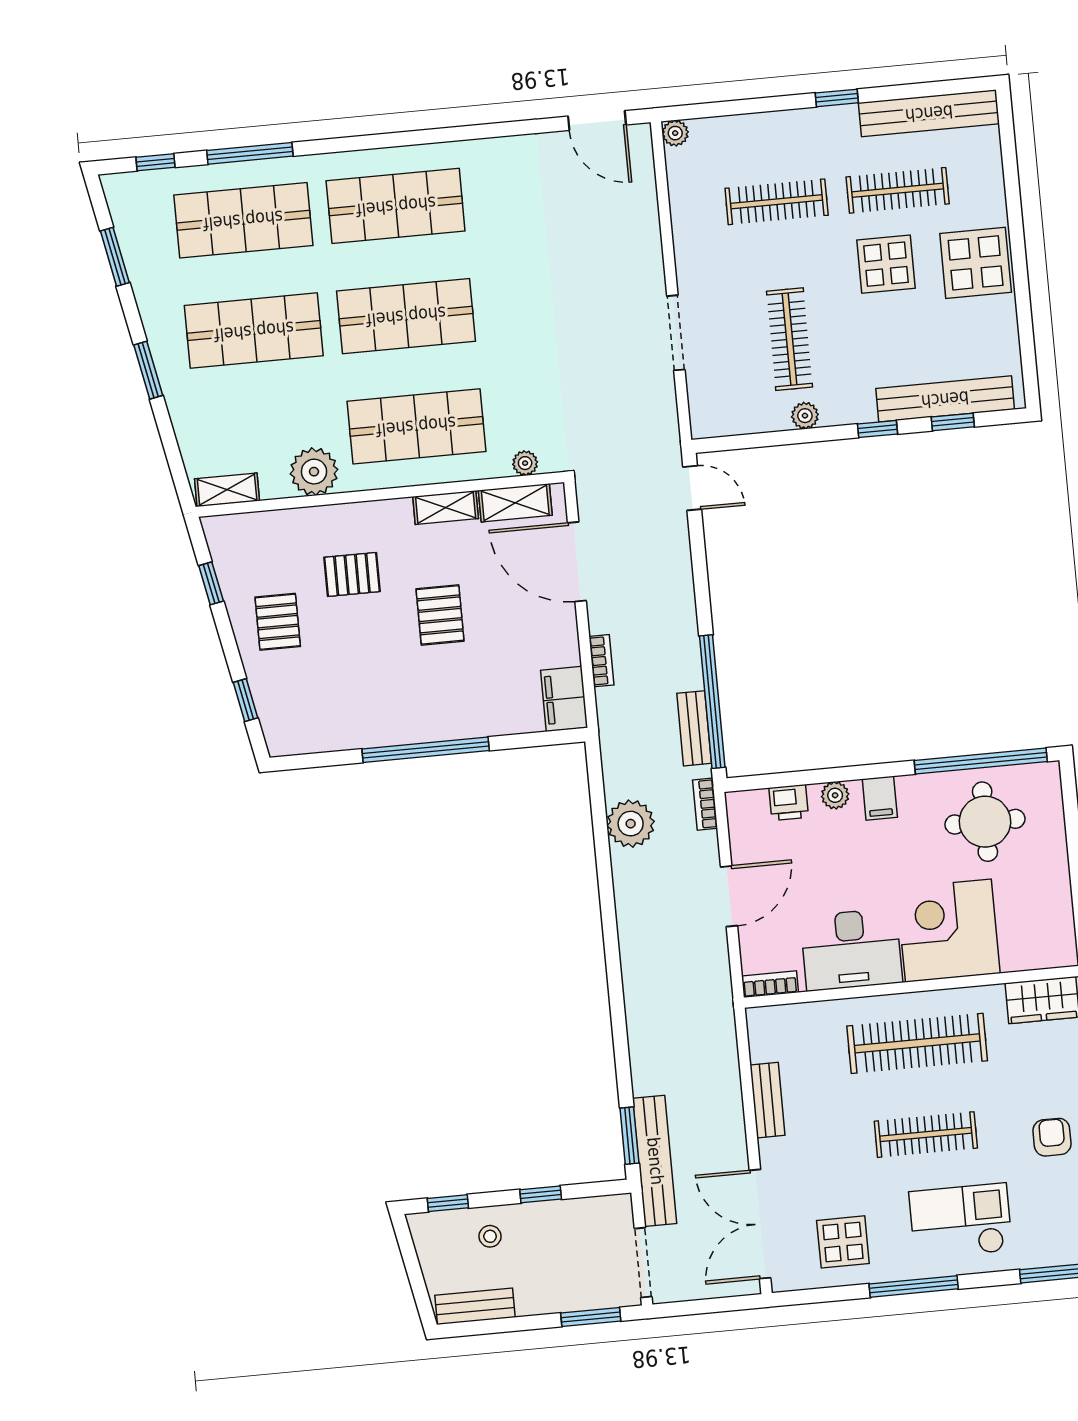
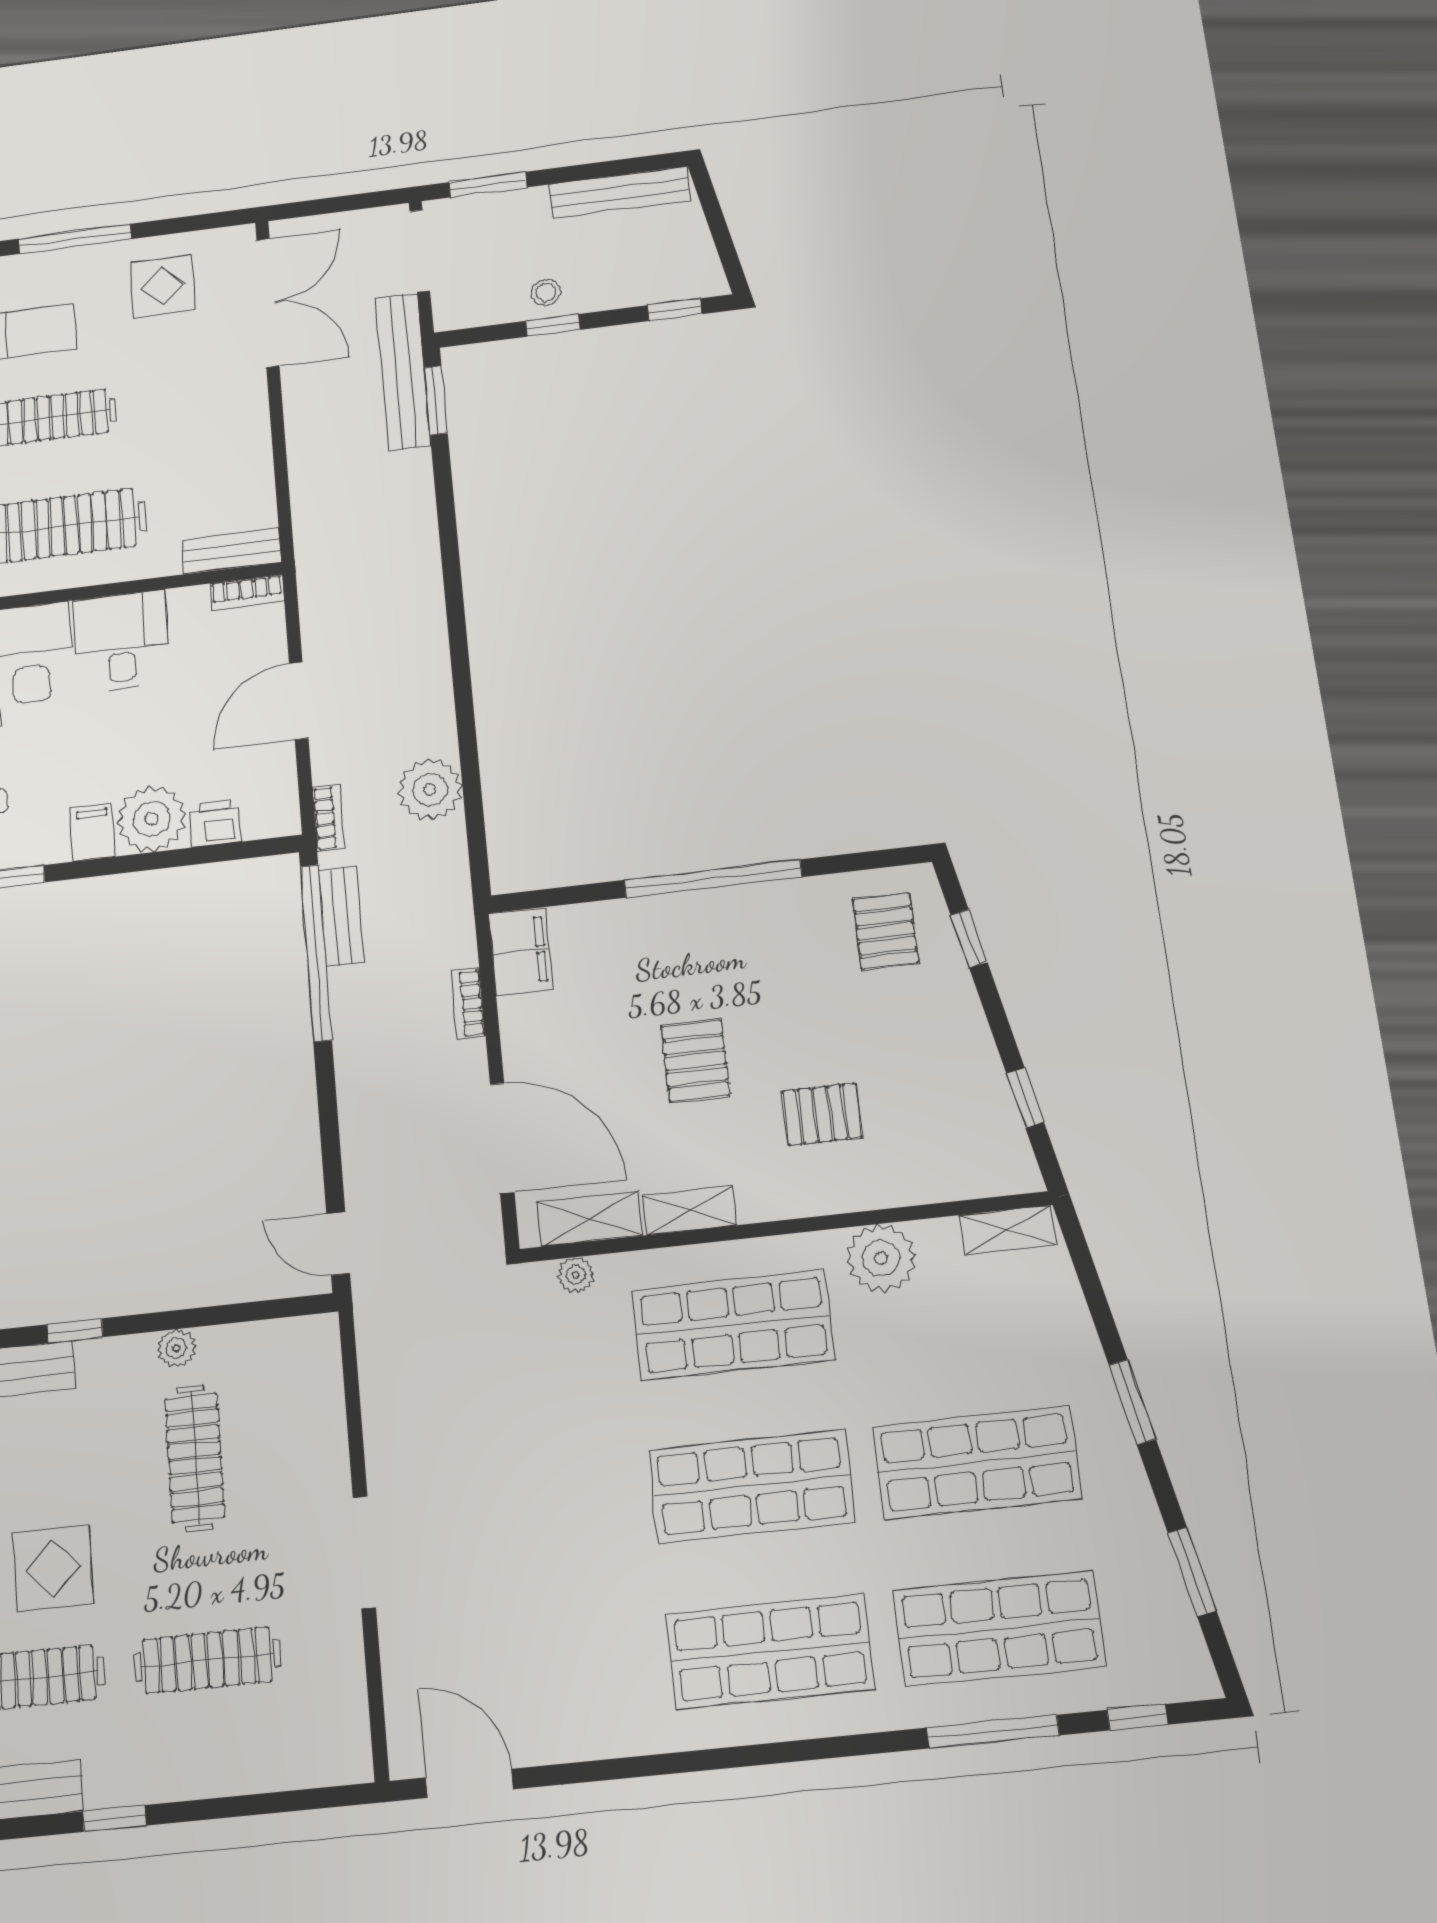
plant: (675, 133) -> (354, 1764), removed
doorway: (676, 333) -> (364, 1552), moved
pallet: (278, 622) -> (885, 931), moved
plant: (835, 795) -> (152, 819), width x1.87, depth x1.87
desk: (851, 950) -> (121, 641), width x0.73
bench: (767, 1100) -> (232, 551), moved, turned 90
stool: (490, 1236) -> (546, 292), moved
bench: (475, 1306) -> (620, 192), width x1.36

